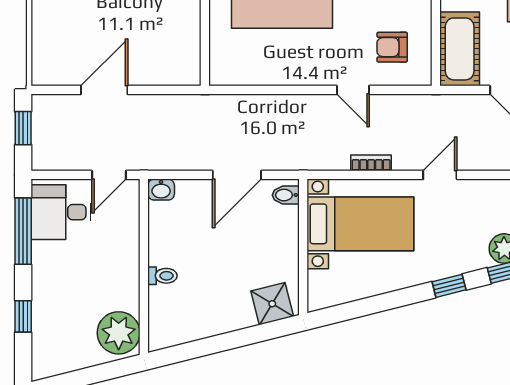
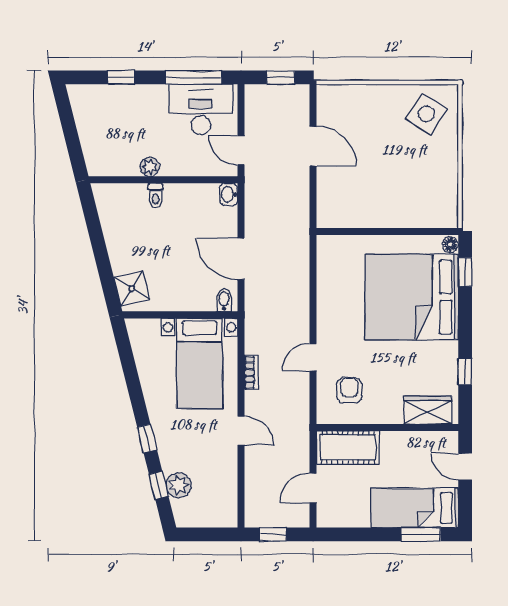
desk: (61, 212) -> (201, 109), width x1.37
plant: (119, 333) -> (150, 167), moved, width x0.53, depth x0.53

